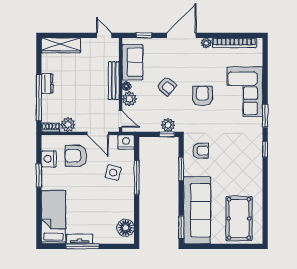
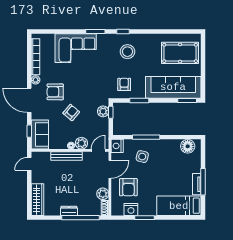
sofa: (132, 62) -> (40, 134), moved, turned 90
armchair: (202, 96) -> (55, 92), moved
stool: (241, 155) -> (127, 52), added

